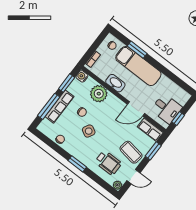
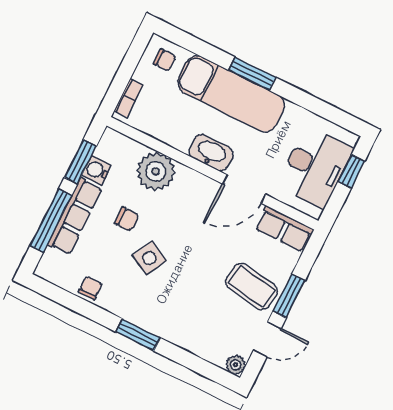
window: (137, 50) -> (252, 74), moved
water cooler: (82, 76) -> (96, 170), moved
washbasin: (115, 83) -> (211, 153), moved
desk: (167, 109) -> (315, 167), width x1.37
window: (178, 118) -> (351, 171), moved
window: (153, 151) -> (289, 296), moved
wheelchair: (108, 163) -> (206, 319), removed

